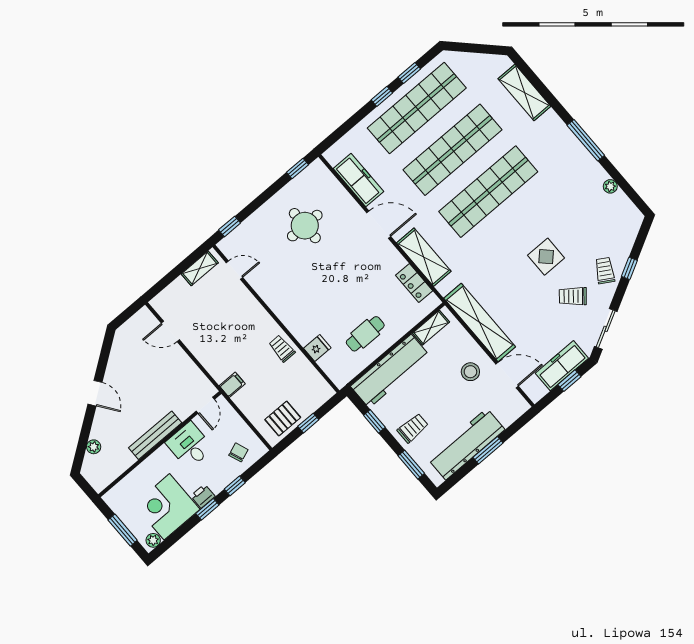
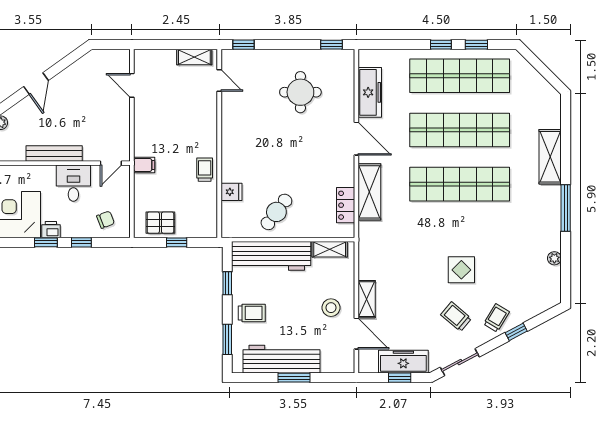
shelving: (524, 92) -> (550, 157), moved
shelving: (480, 323) -> (367, 299), width x0.45, depth x0.75
cafe table: (365, 334) -> (276, 212), turned -53

